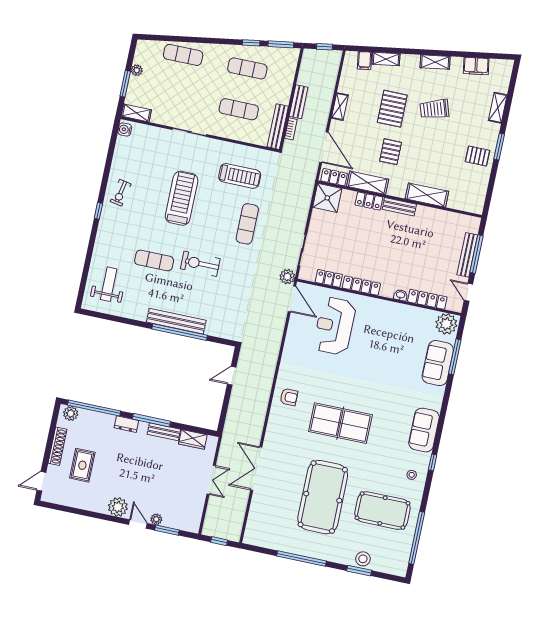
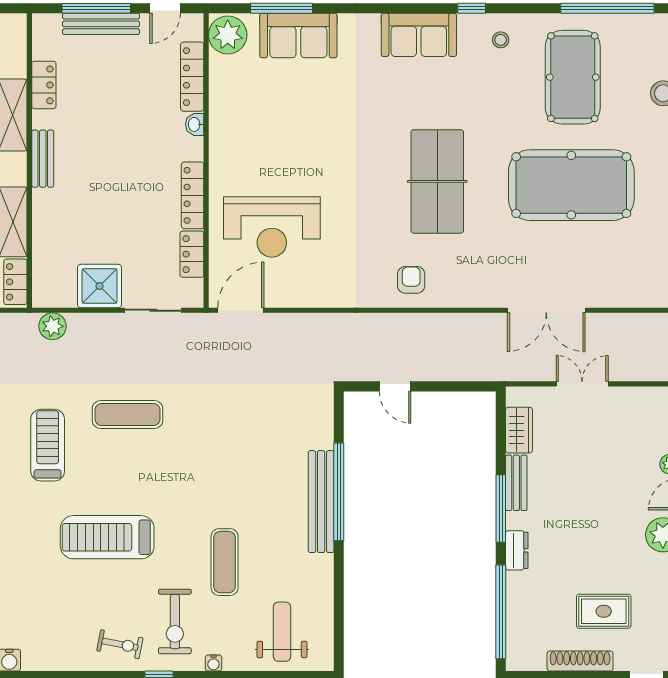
shower: (327, 198) -> (99, 286), moved
locker: (369, 201) -> (44, 85), moved
water cooler: (99, 243) -> (213, 663), added
exercise bike: (200, 264) -> (175, 622), moved
plant: (287, 277) -> (52, 326), moved
weight bench: (109, 284) -> (282, 632), turned 90
plant: (71, 413) -> (519, 650), removed

